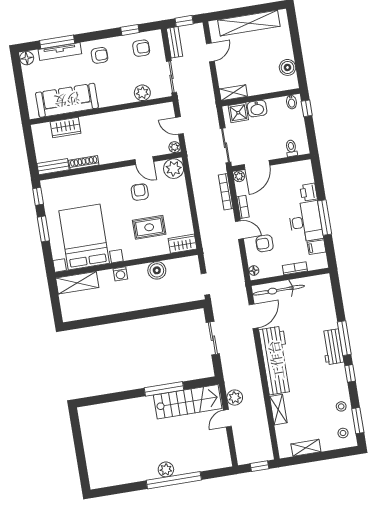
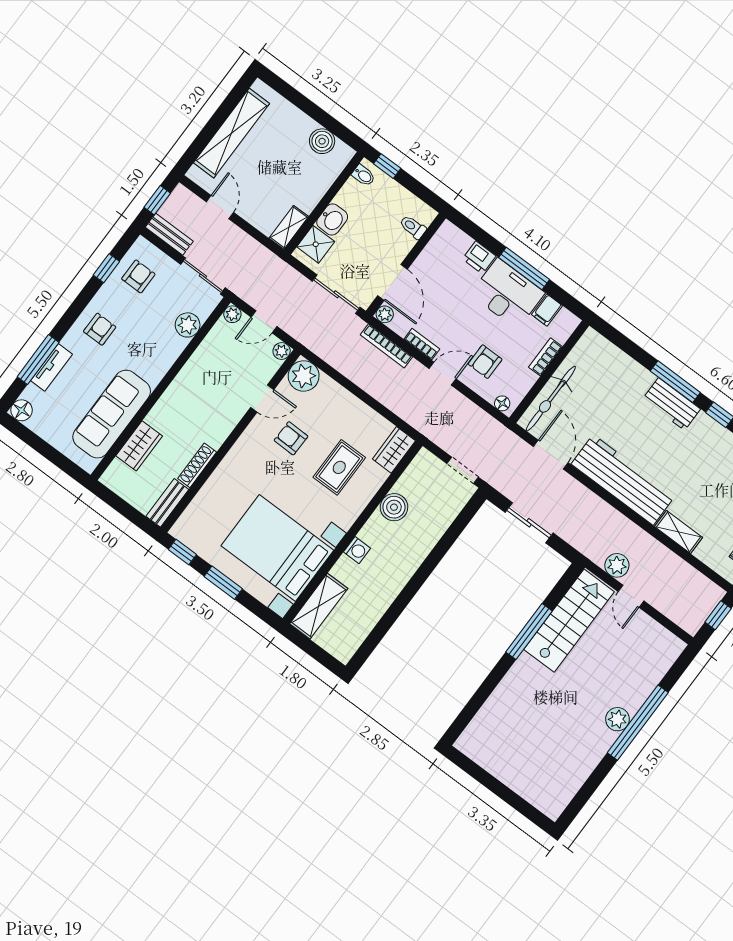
tv unit: (60, 52) -> (51, 367), width x0.71
plant: (168, 108) -> (232, 314), added

